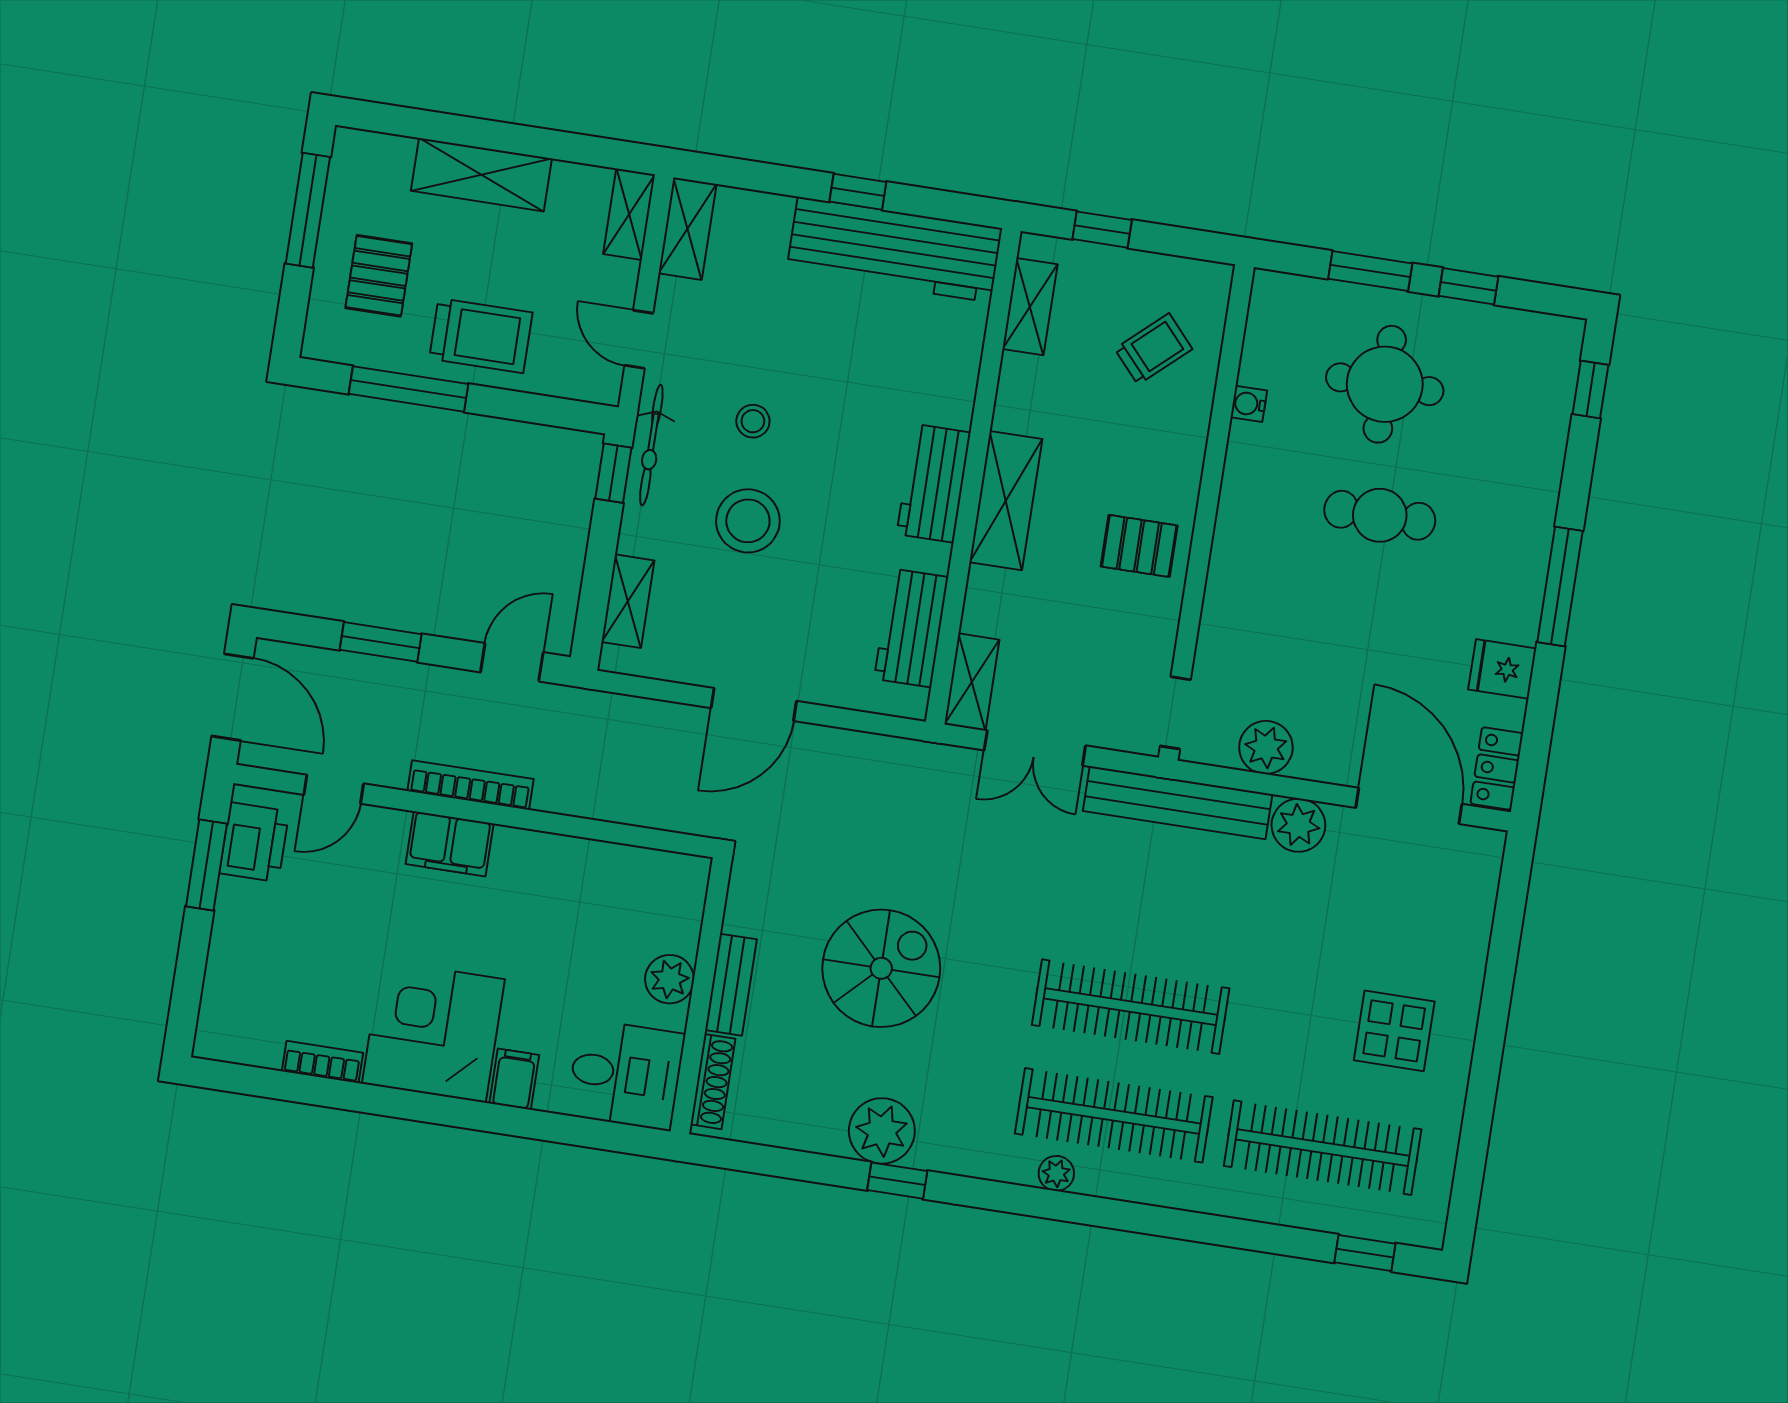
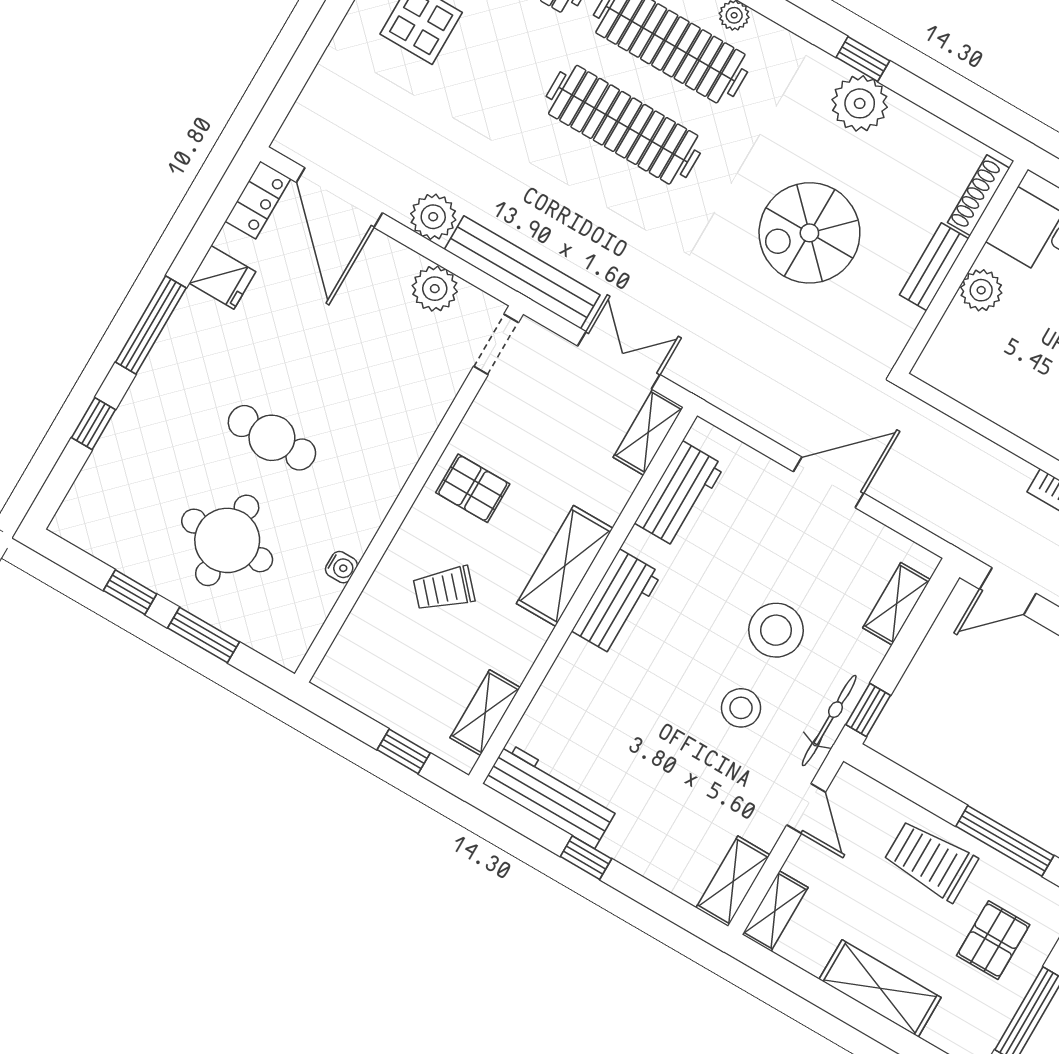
workbench: (894, 250) -> (551, 795), width x0.73, depth x0.76
trolley: (1154, 349) -> (444, 589), moved
window: (1590, 390) -> (93, 424), moved
stool: (753, 421) -> (741, 708), width x1.37, depth x1.37

